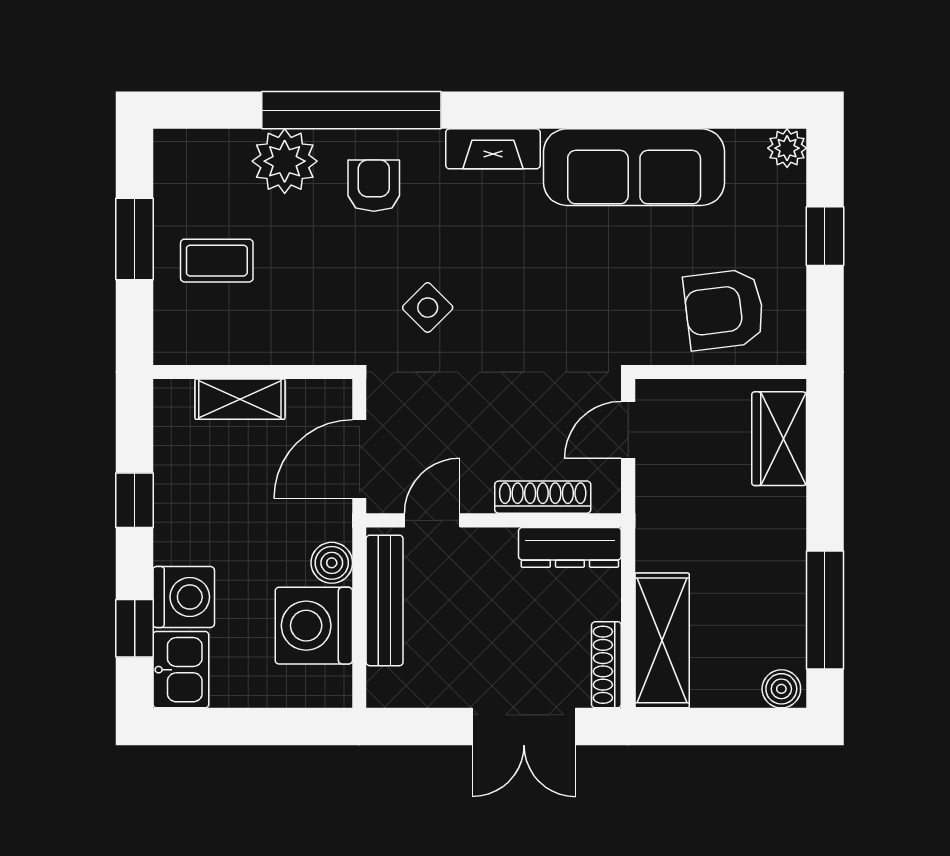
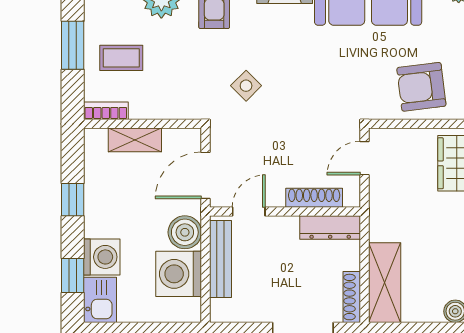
bookcase: (191, 350) -> (106, 111), added
boiler: (332, 563) -> (185, 232), width x1.36, depth x1.36

